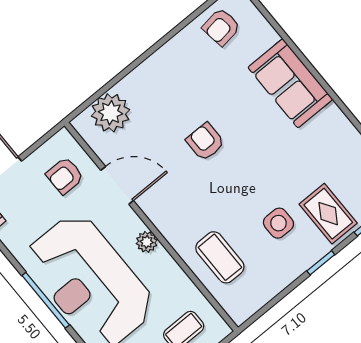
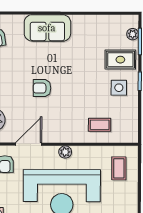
side table: (278, 223) -> (119, 88), moved
coffee table: (220, 257) -> (100, 125), width x0.73, depth x0.77

